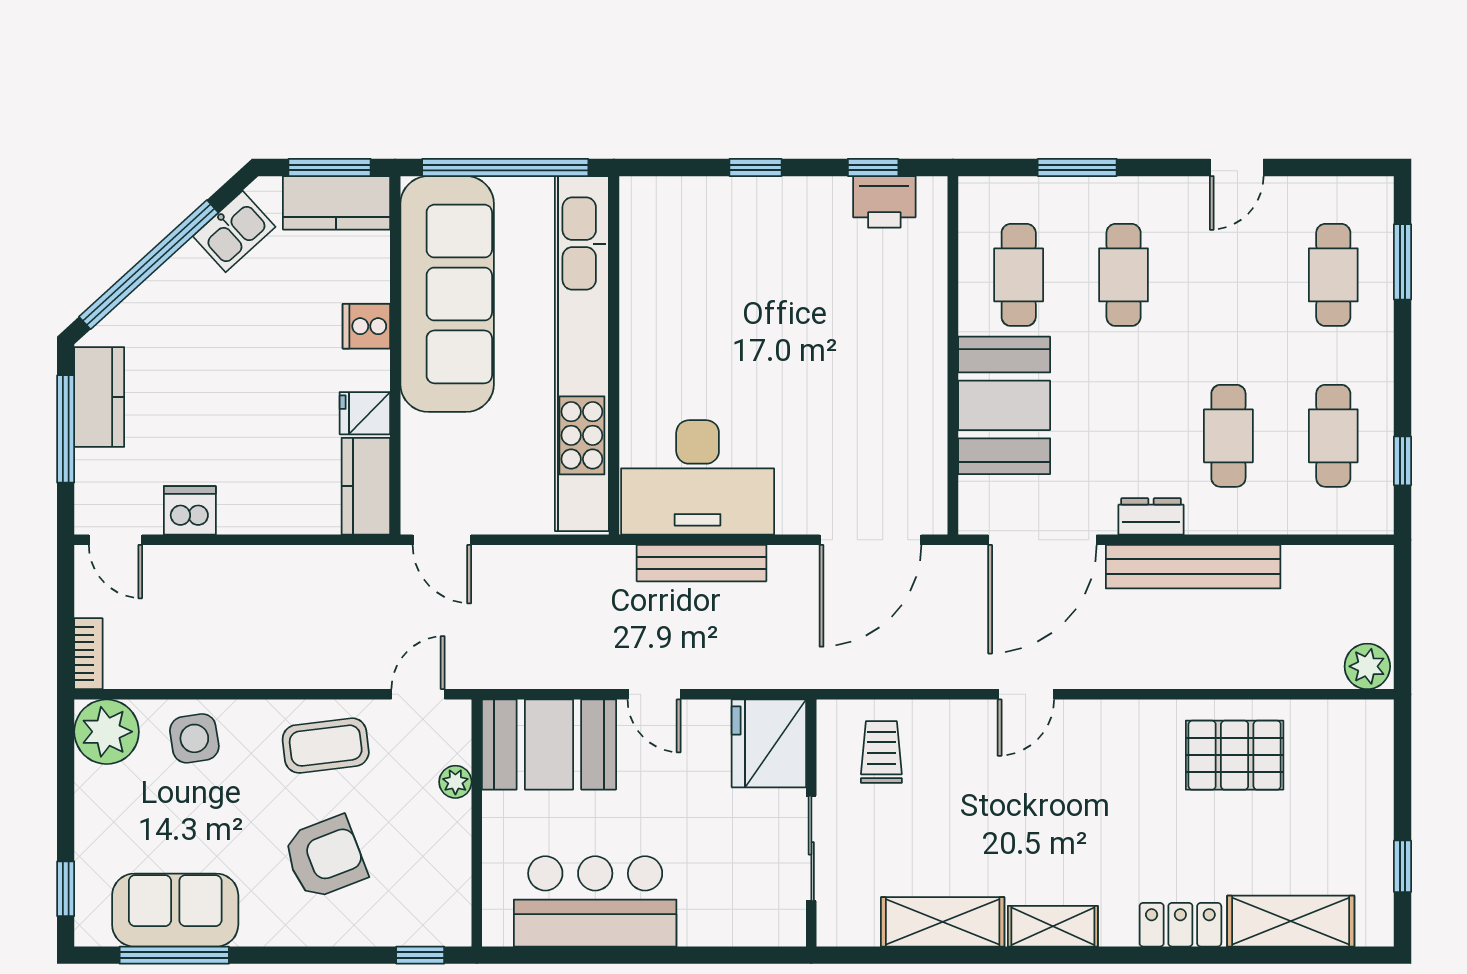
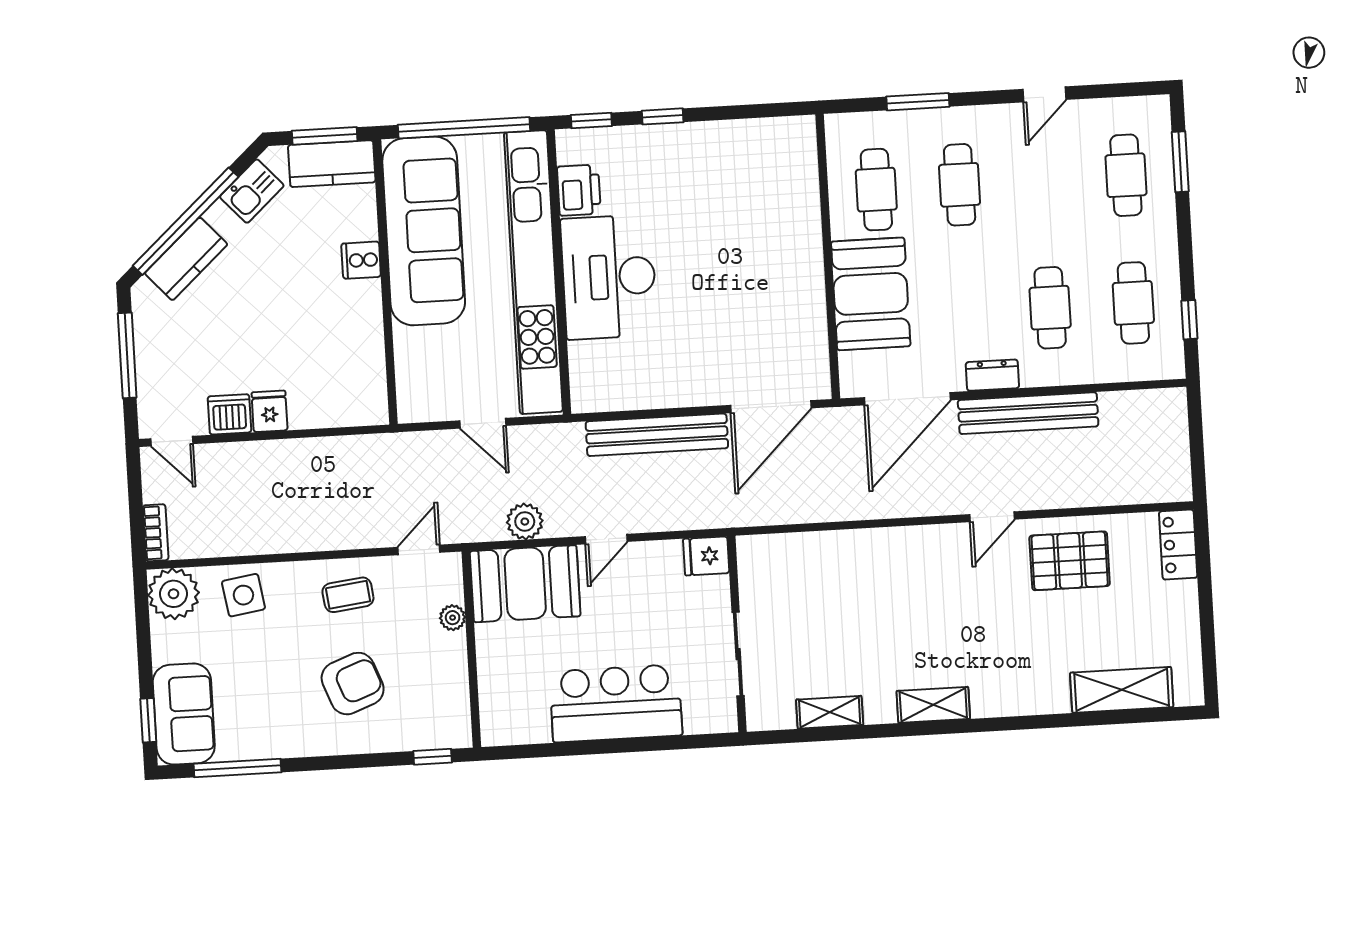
window: (873, 167) -> (591, 121), moved
printer: (884, 202) -> (579, 190), moved, turned -90
kitchen counter: (99, 397) -> (186, 259), moved, turned 48
fridge: (365, 413) -> (270, 411), moved, turned 90
desk: (698, 477) -> (609, 277), moved, turned 90
kitchen counter: (366, 486) -> (368, 387), removed
door: (442, 540) -> (483, 423), moved
bench: (701, 563) -> (657, 435), width x1.37, depth x1.21
plant: (1367, 666) -> (525, 522), moved
door: (654, 694) -> (606, 539), hinge flipped
door: (1026, 694) -> (992, 517), moved
fridge: (769, 743) -> (706, 556), width x0.53, depth x0.75
coffee table: (326, 746) -> (348, 595), width x0.73, depth x0.77
trolley: (881, 752) -> (789, 575), removed
window: (1402, 866) -> (1208, 641), removed
bar counter: (595, 901) -> (616, 703), moved
sofa: (175, 910) -> (184, 714), moved, turned 90
shelving: (943, 922) -> (830, 712), width x0.67, depth x0.75
locker: (1180, 925) -> (1178, 545), moved, turned -90

